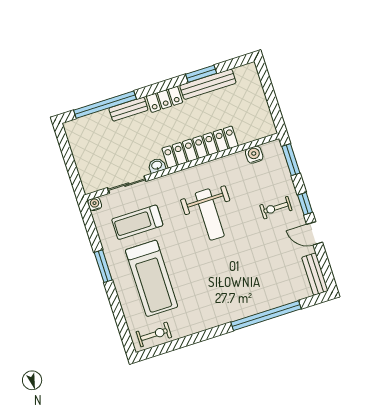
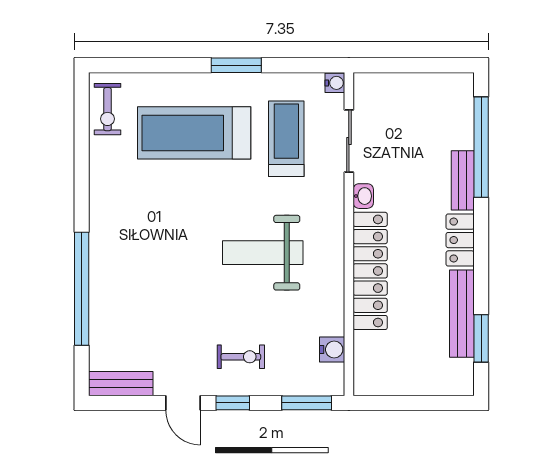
window: (201, 74) -> (481, 338), moved
exercise bike: (276, 208) -> (241, 357), turned 90
door: (315, 233) -> (183, 403), swing flipped

